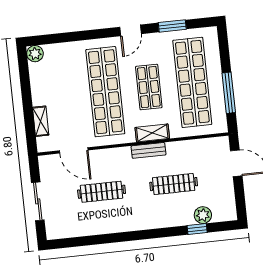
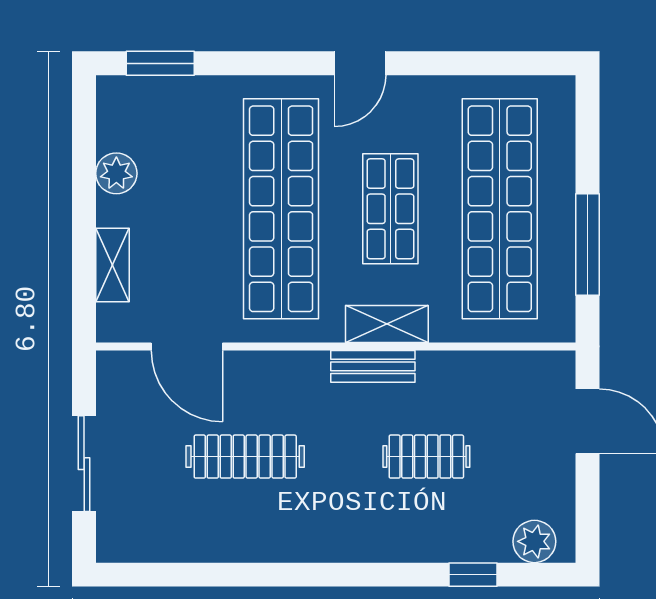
window: (172, 26) -> (160, 63), moved
plant: (35, 54) -> (116, 173), moved
clothes rail: (174, 184) -> (426, 457), width x0.73
plant: (203, 215) -> (534, 541), moved

